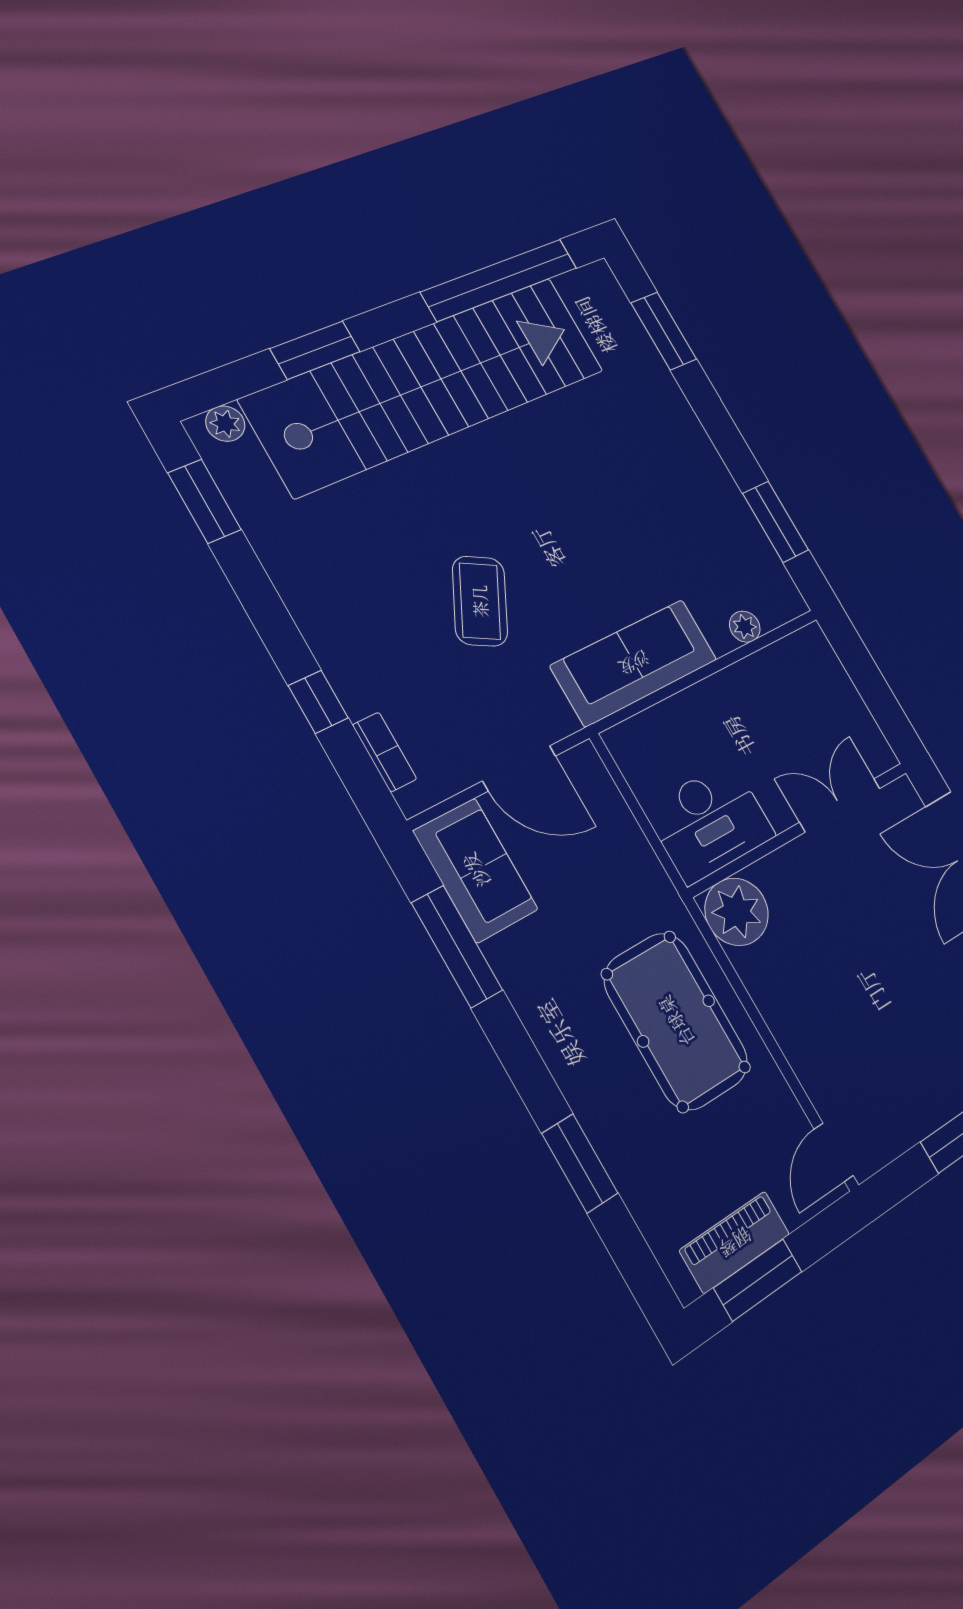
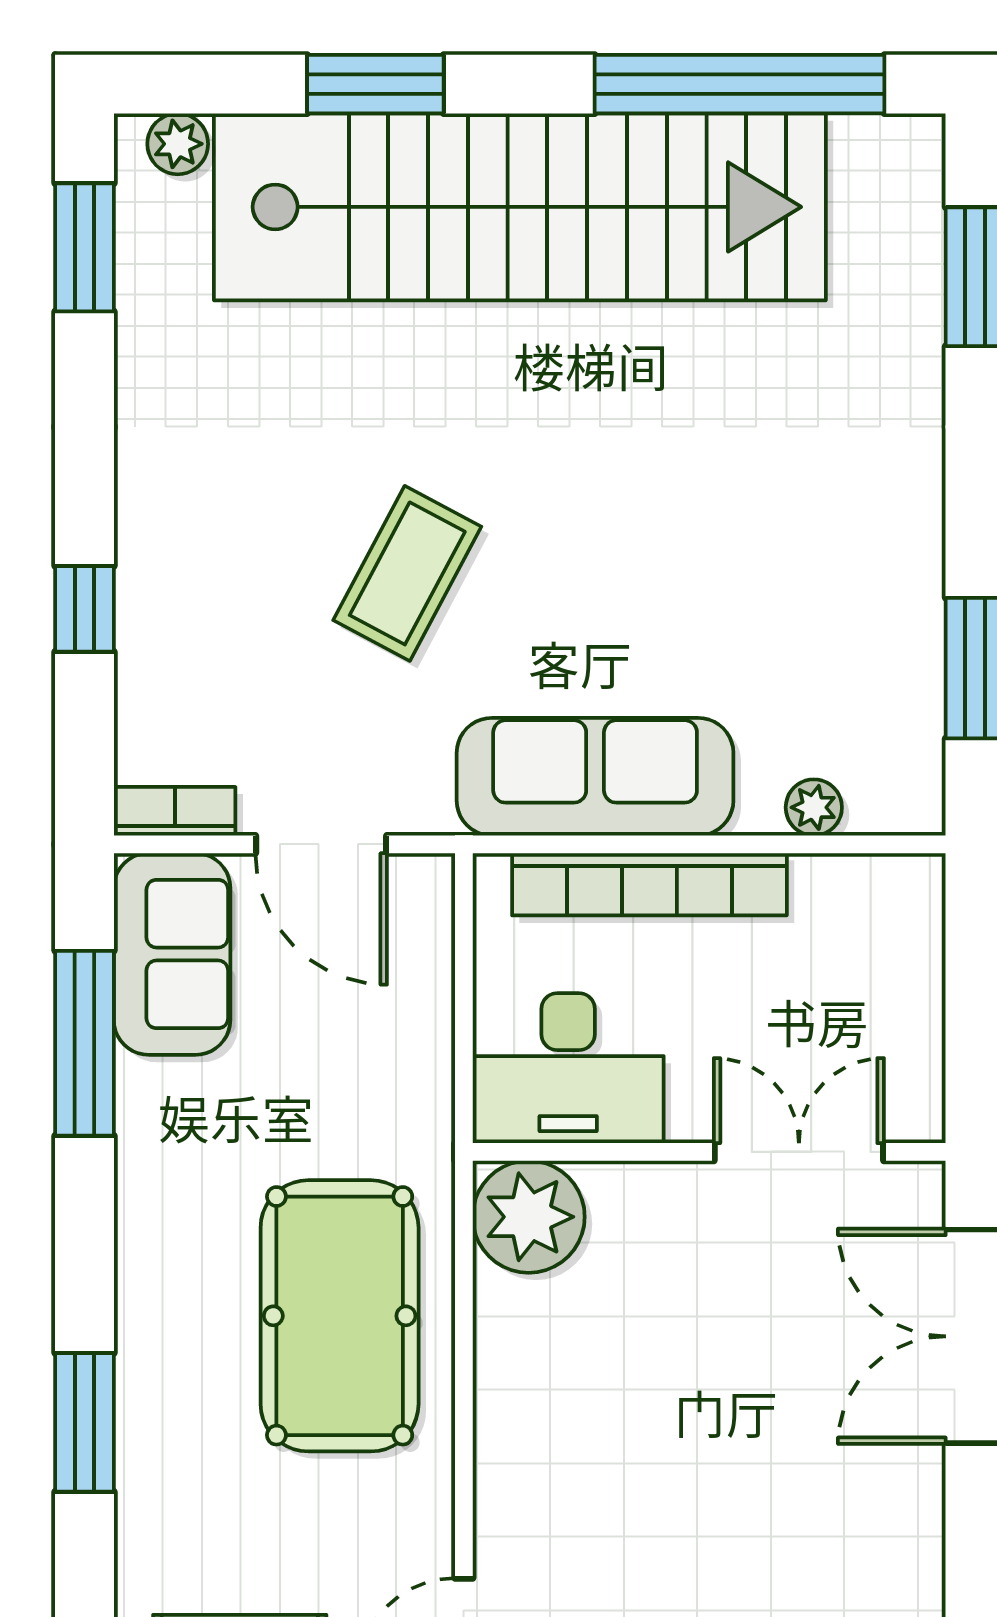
bookcase: (692, 705) -> (649, 884), added
bookcase: (385, 752) -> (175, 811), moved, turned -90

